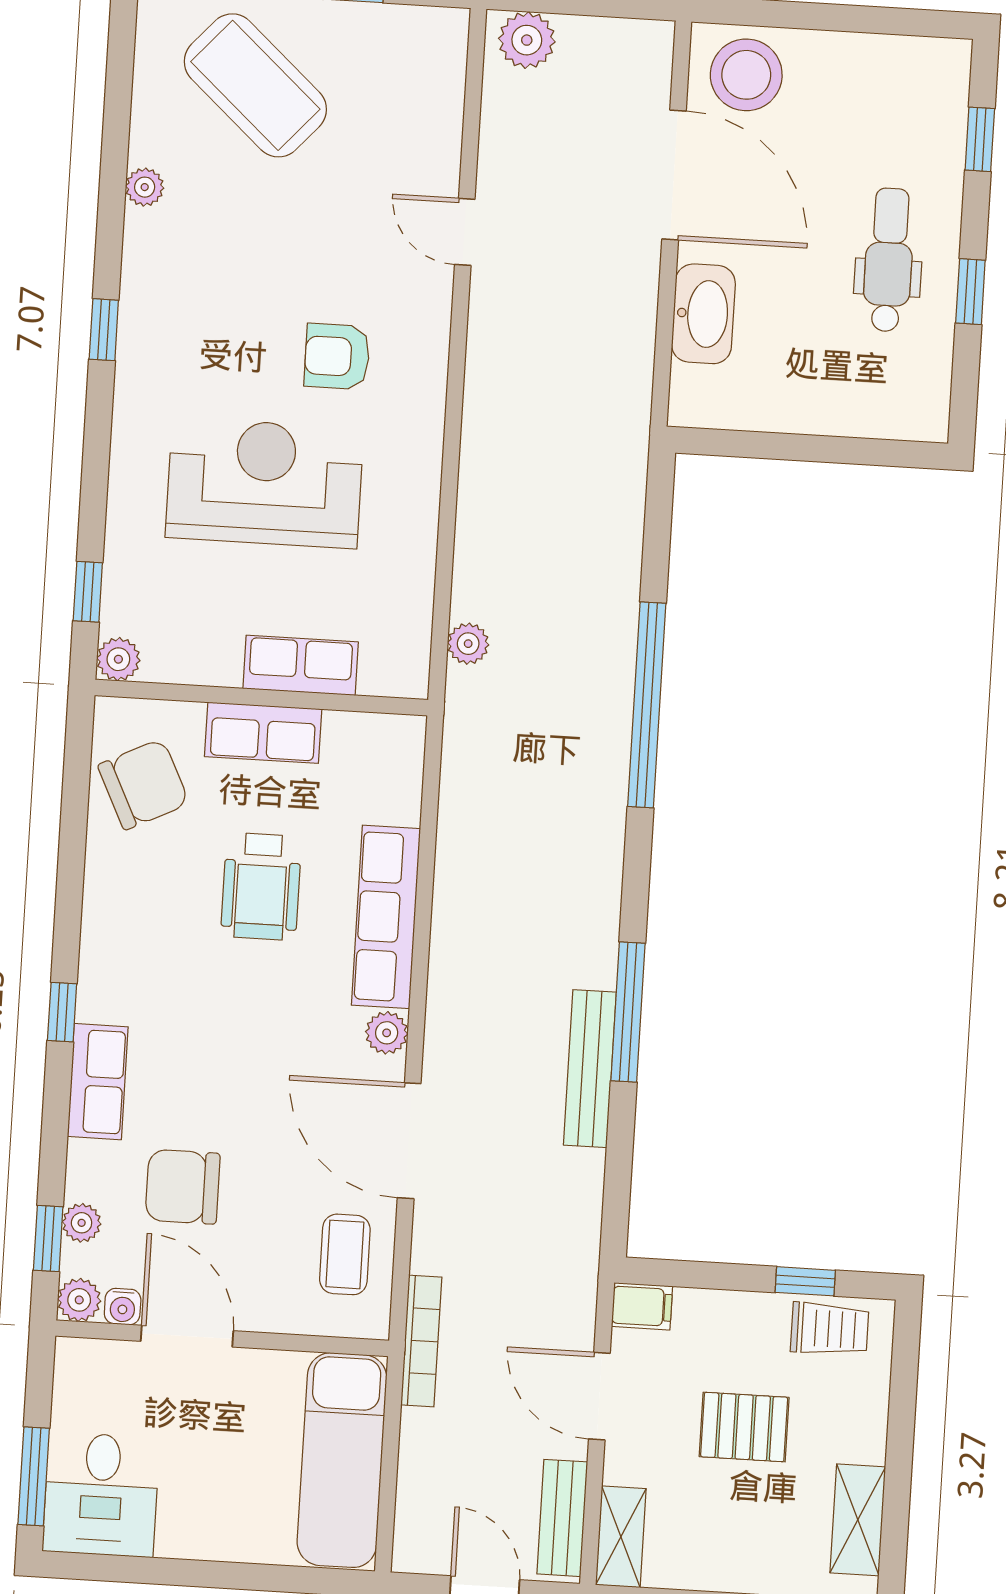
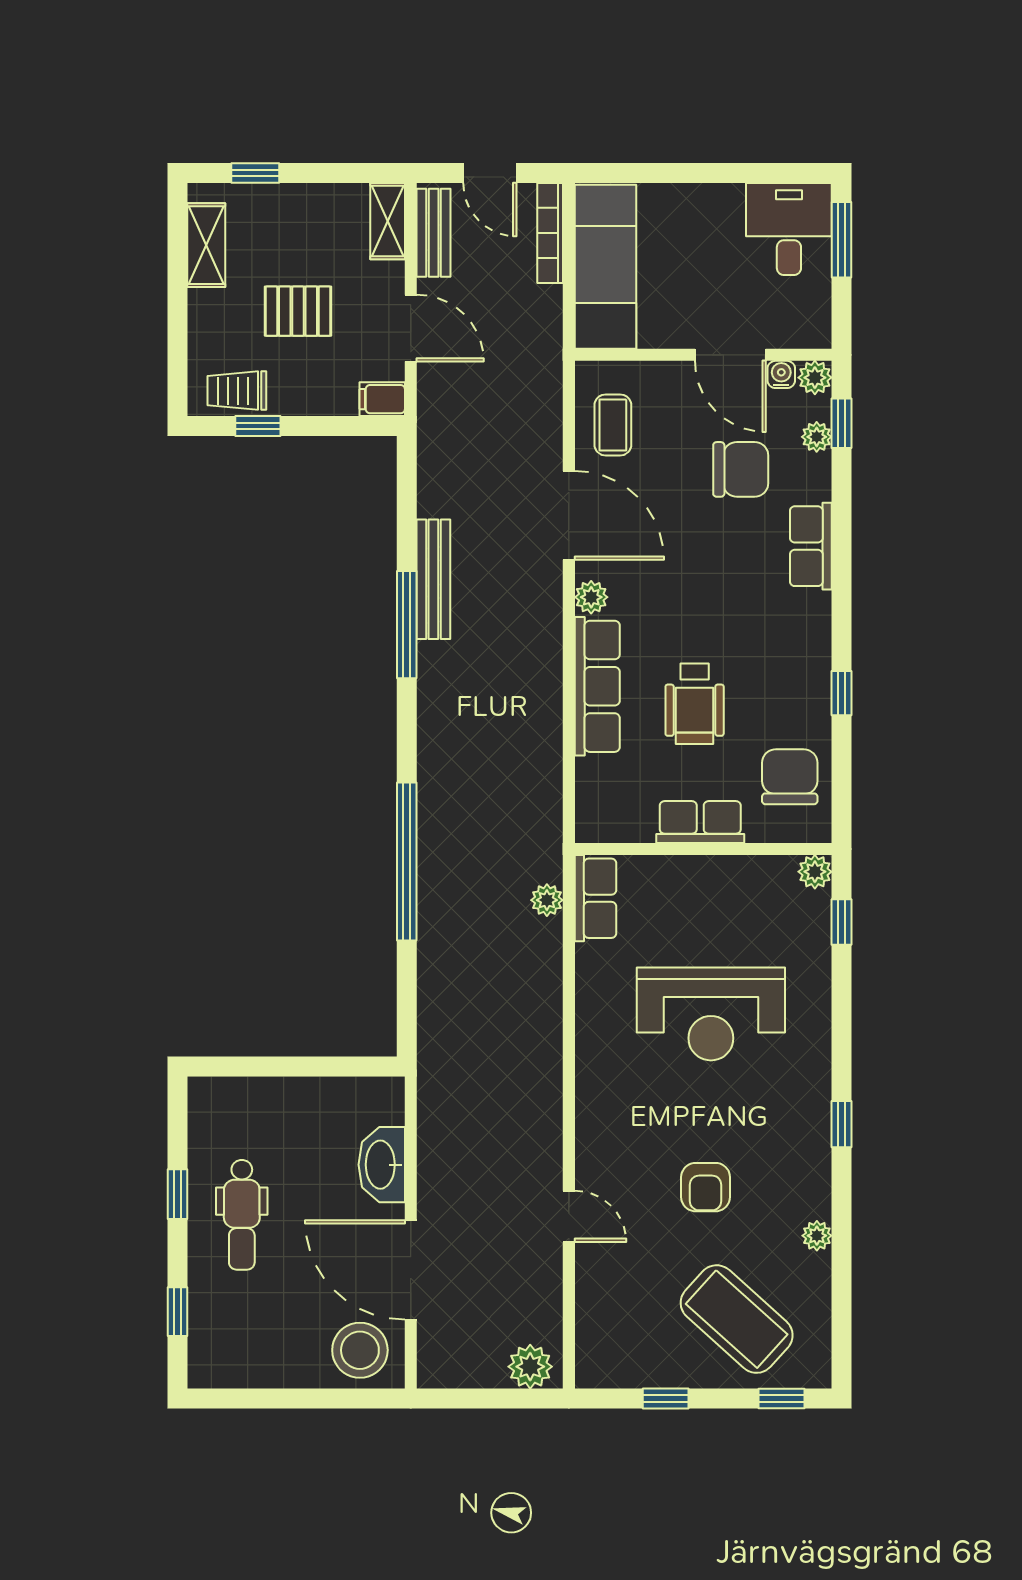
armchair: (337, 356) -> (706, 1187), moved, turned 90
row of seats: (301, 665) -> (595, 898), moved, turned -90
chair: (144, 784) -> (790, 777), turned 116
wheelchair: (261, 887) -> (695, 704), turned 180
window: (62, 1012) -> (842, 693), moved
bookcase: (421, 1341) -> (550, 233), moved

